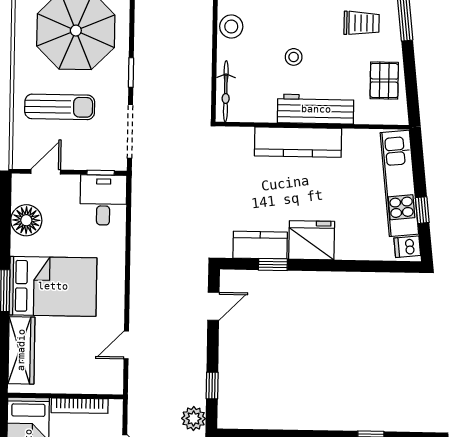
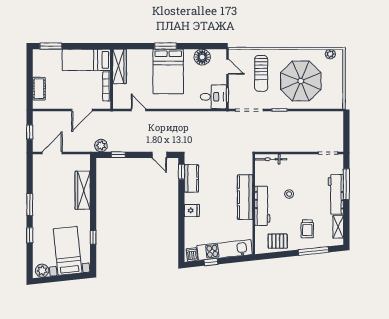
stool: (231, 26) -> (304, 161), removed
fridge: (312, 240) -> (192, 210), width x0.53, depth x0.75
window: (273, 265) -> (181, 172), moved
wardrobe: (21, 350) -> (119, 66), moved, turned -90

